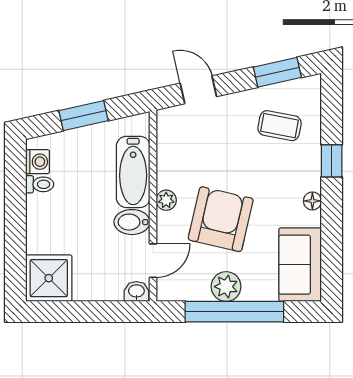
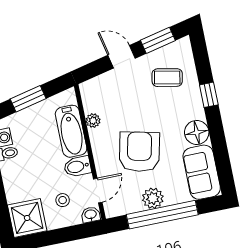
door: (198, 90) -> (122, 57), moved
plant: (166, 200) -> (93, 121), moved
floor lamp: (312, 201) -> (197, 132), width x1.89, depth x1.89
stool: (102, 264) -> (63, 200), added

